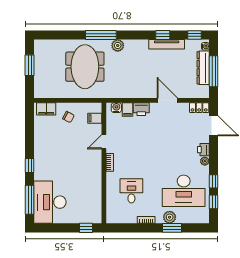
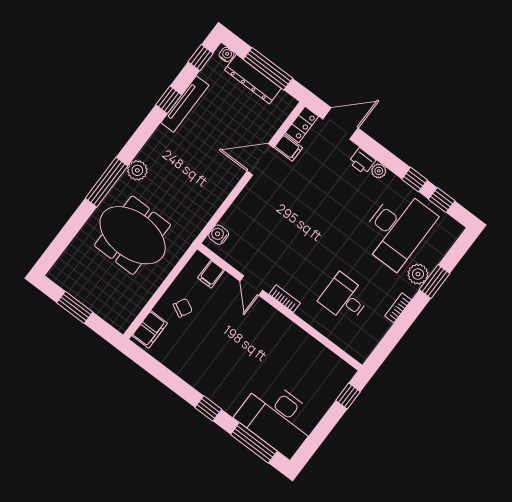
filing cabinet: (127, 109) -> (288, 148), moved
printer: (141, 109) -> (246, 203), removed

